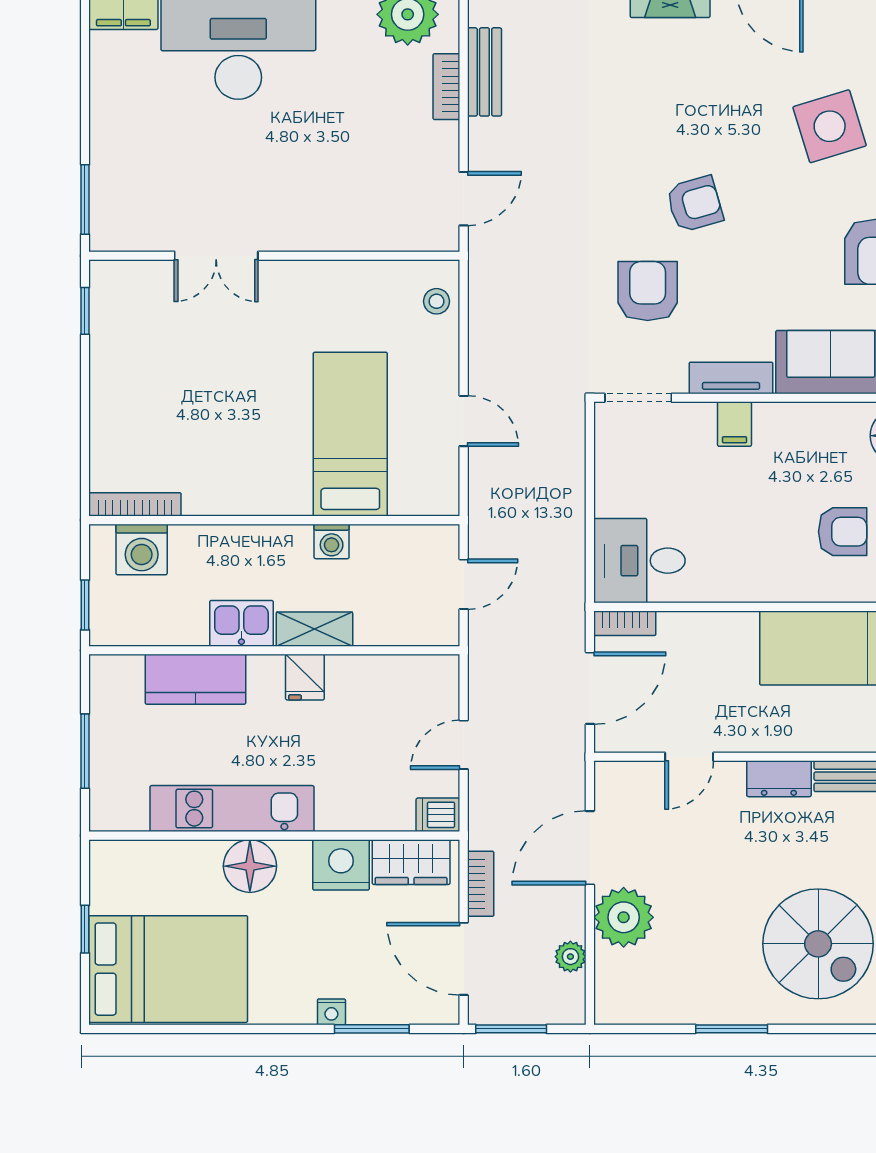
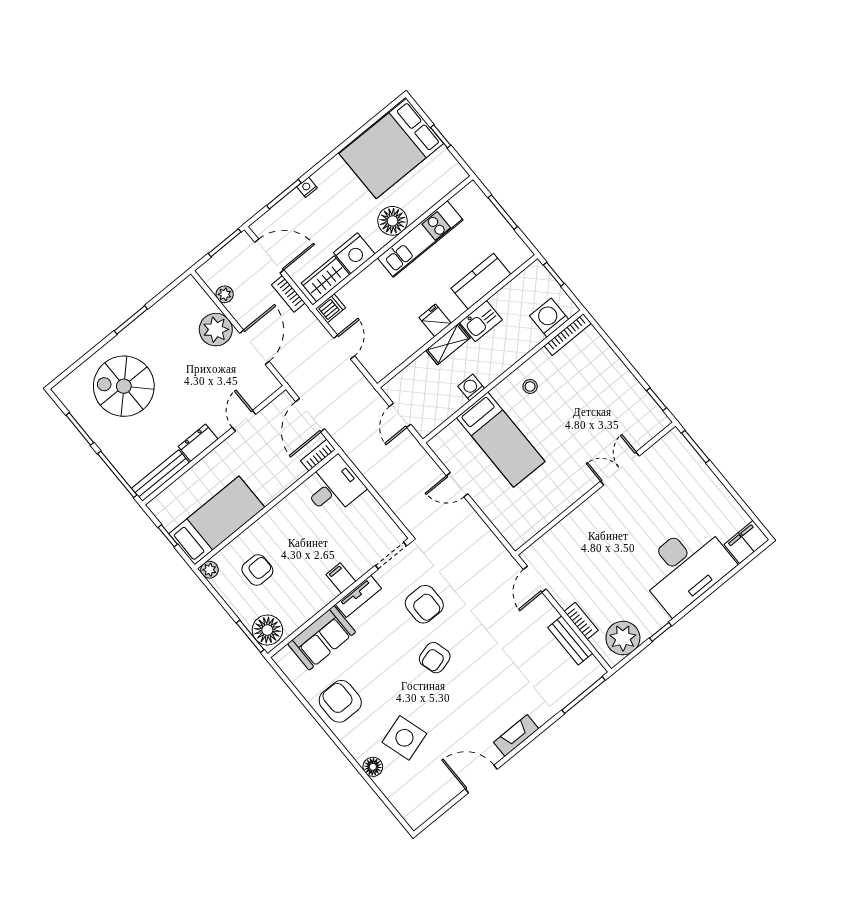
stool: (437, 301) -> (530, 386), moved
armchair: (843, 532) -> (257, 570), turned 180

